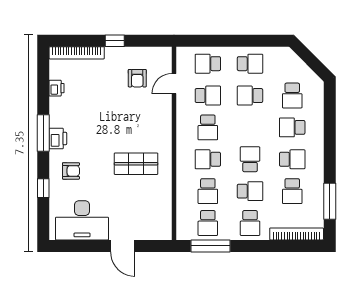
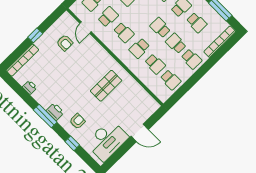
school desk: (250, 191) -> (176, 43), turned -90
window: (210, 246) -> (183, 90), removed

